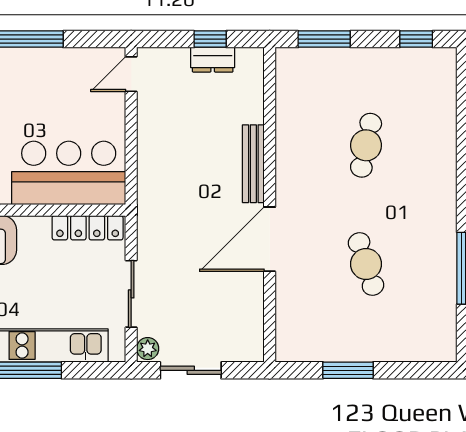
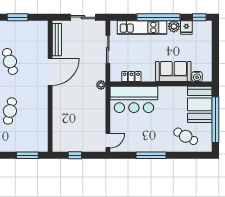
dresser: (213, 60) -> (74, 147), removed
bench: (253, 164) -> (57, 40), moved
locker: (88, 228) -> (131, 77), width x0.66
plant: (148, 349) -> (101, 85), moved

